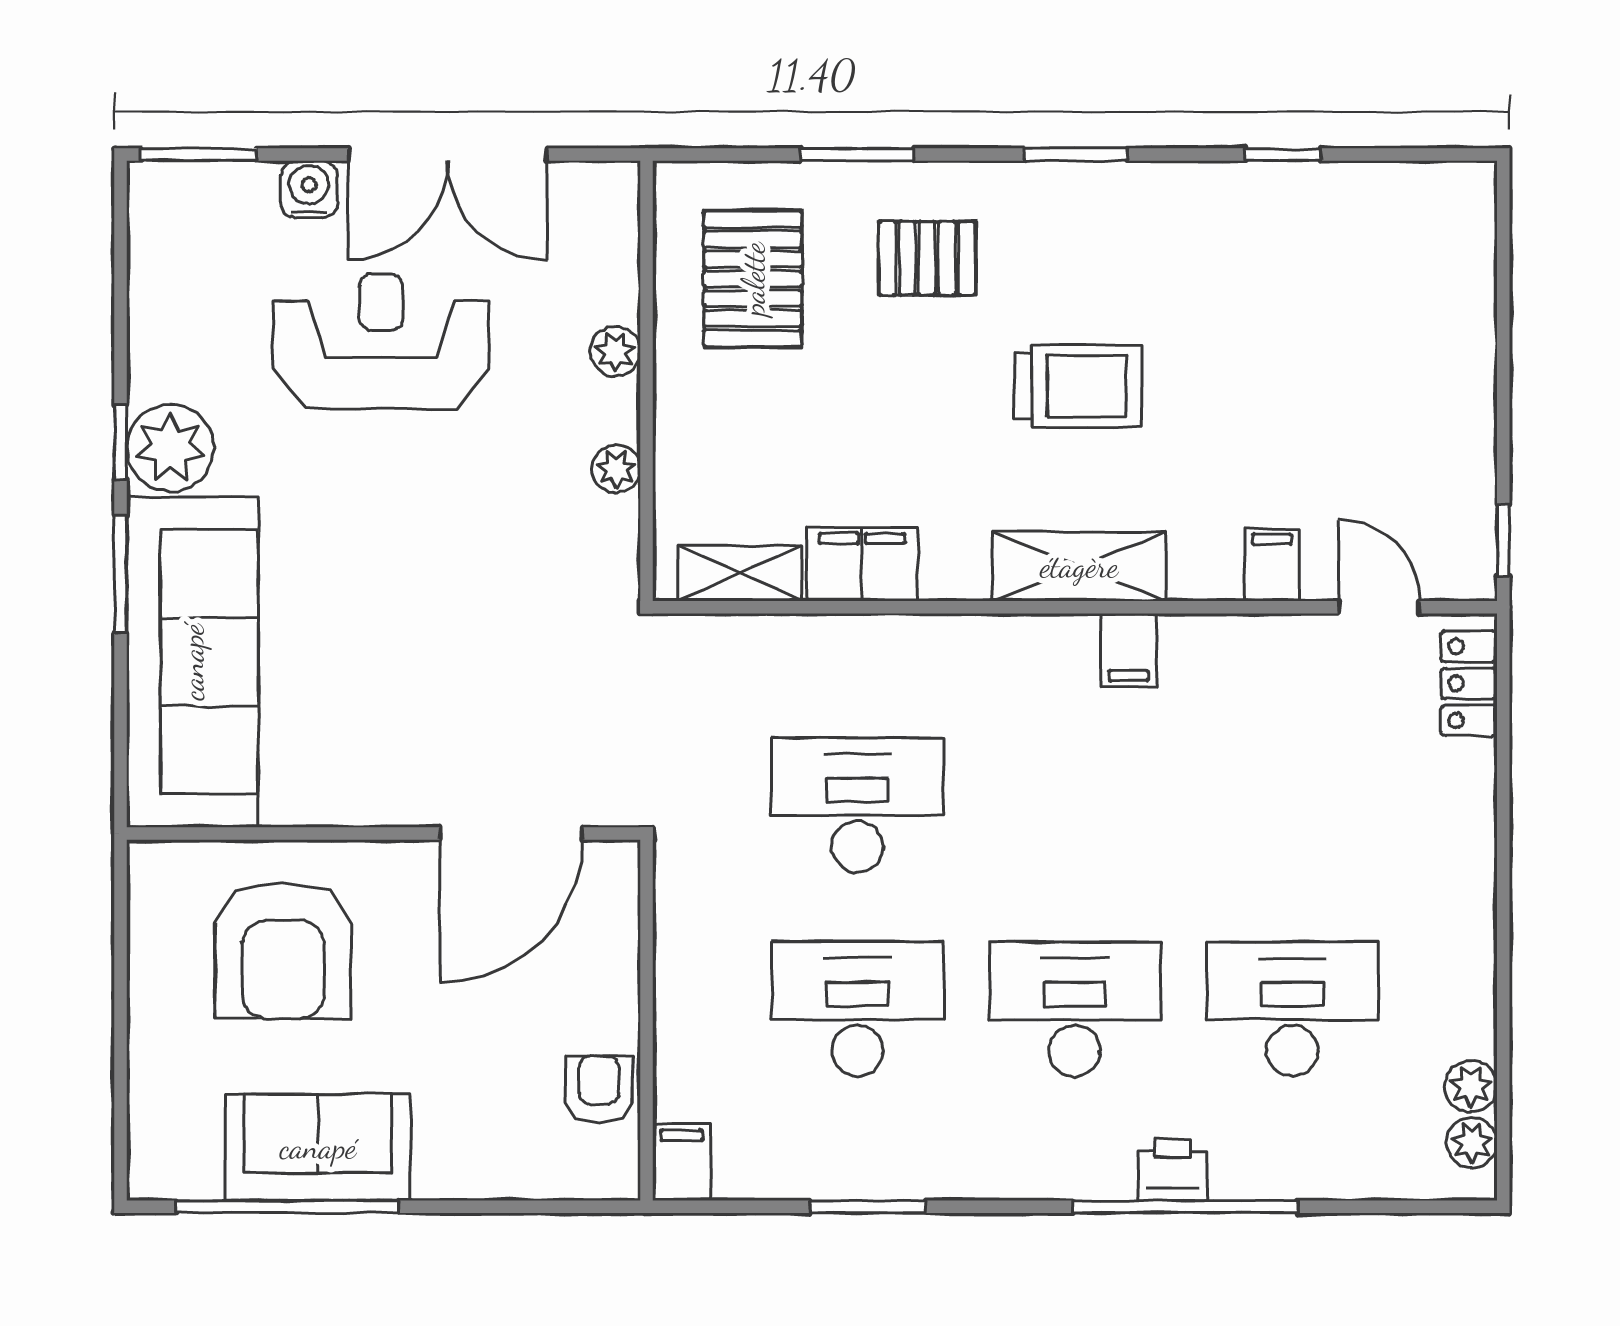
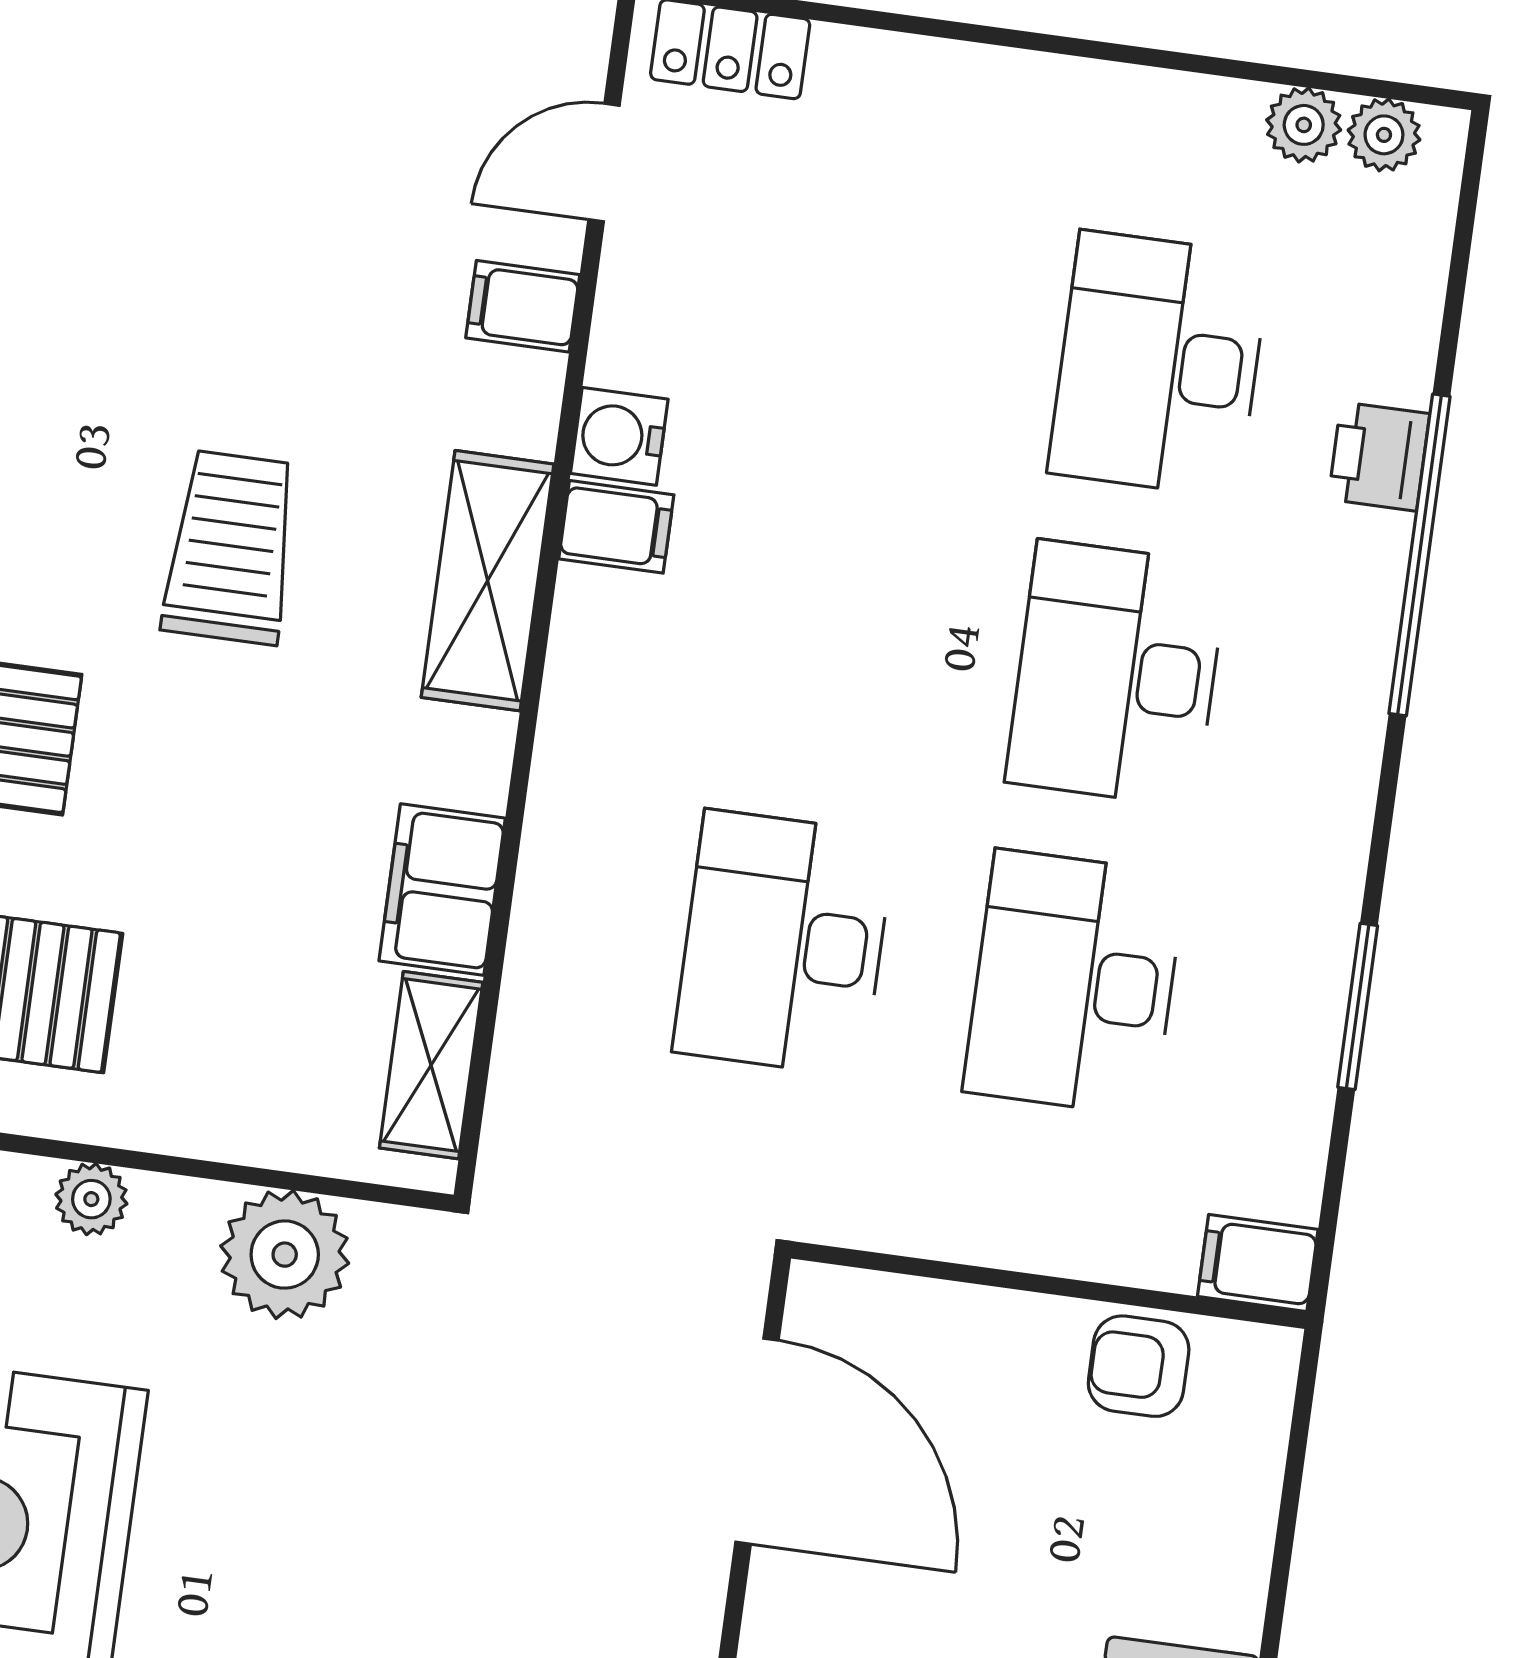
plant: (616, 469) -> (285, 1255), width x1.87, depth x1.87
water cooler: (1191, 644) -> (619, 436), added
printer: (1172, 1169) -> (1379, 456), moved

